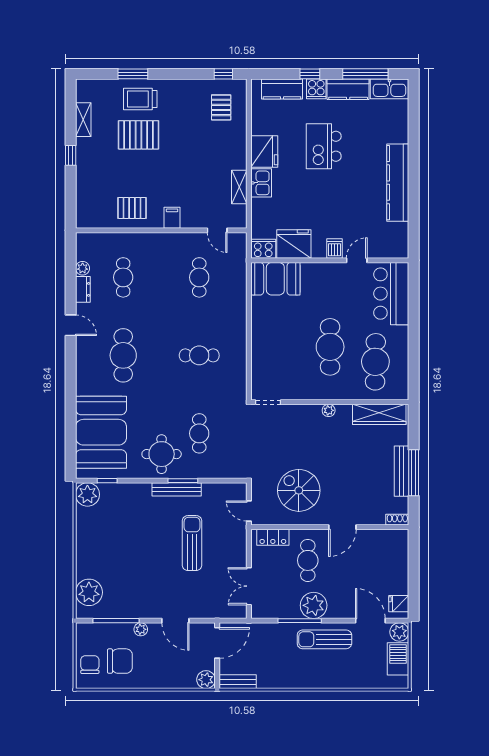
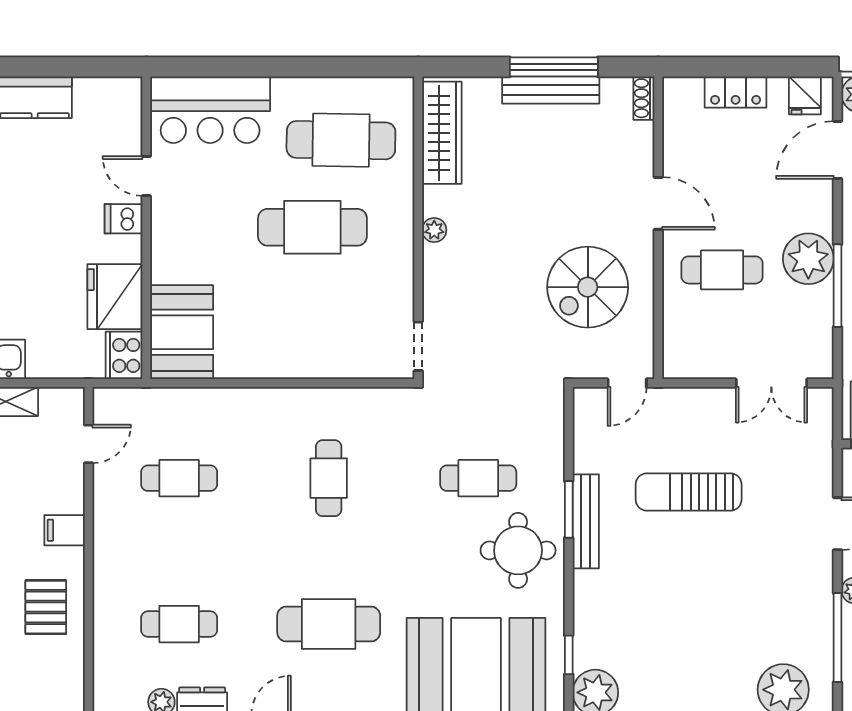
locker: (273, 537) -> (736, 92), moved, turned 90

